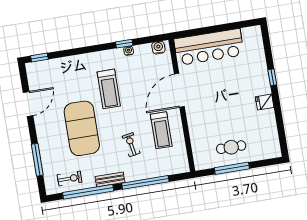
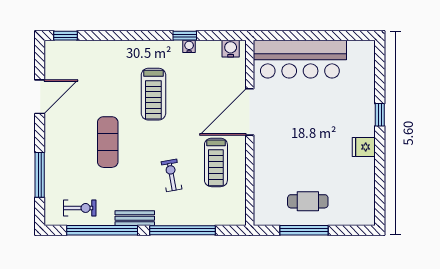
exercise mat: (82, 128) -> (108, 142), width x0.50, depth x0.69

